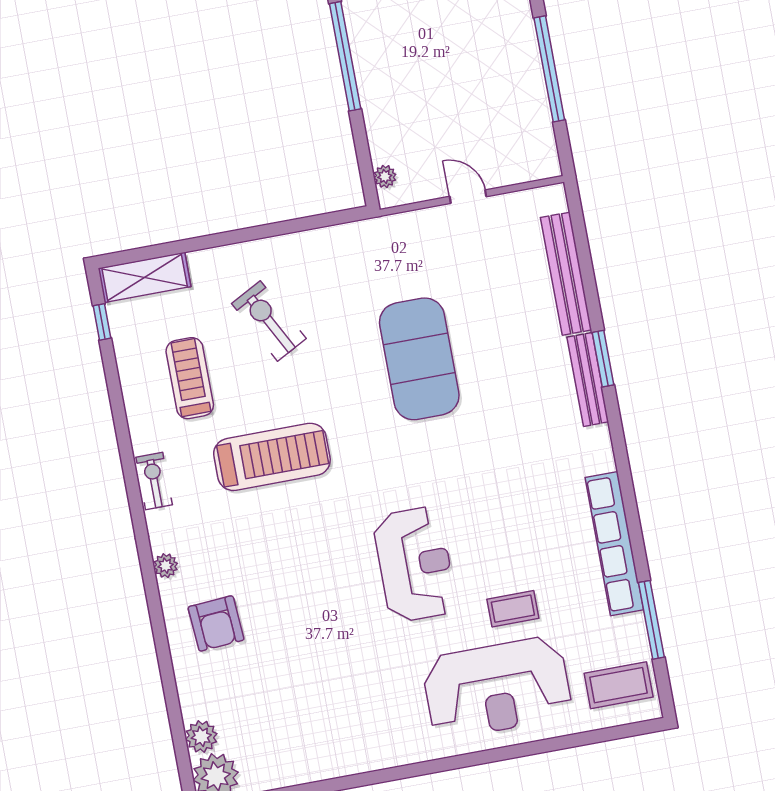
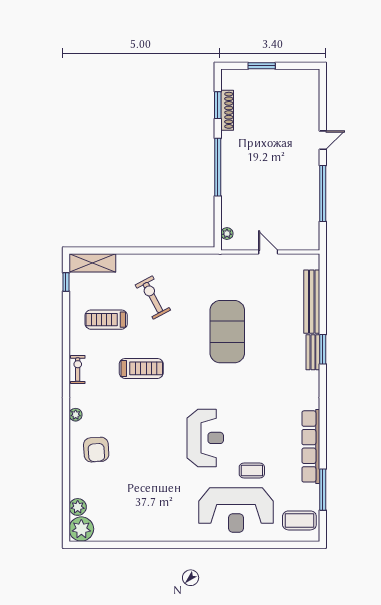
treadmill: (190, 378) -> (106, 320), turned -90
bench: (588, 379) -> (313, 352), width x0.73
treadmill: (272, 457) -> (141, 368), width x0.73, depth x0.73

